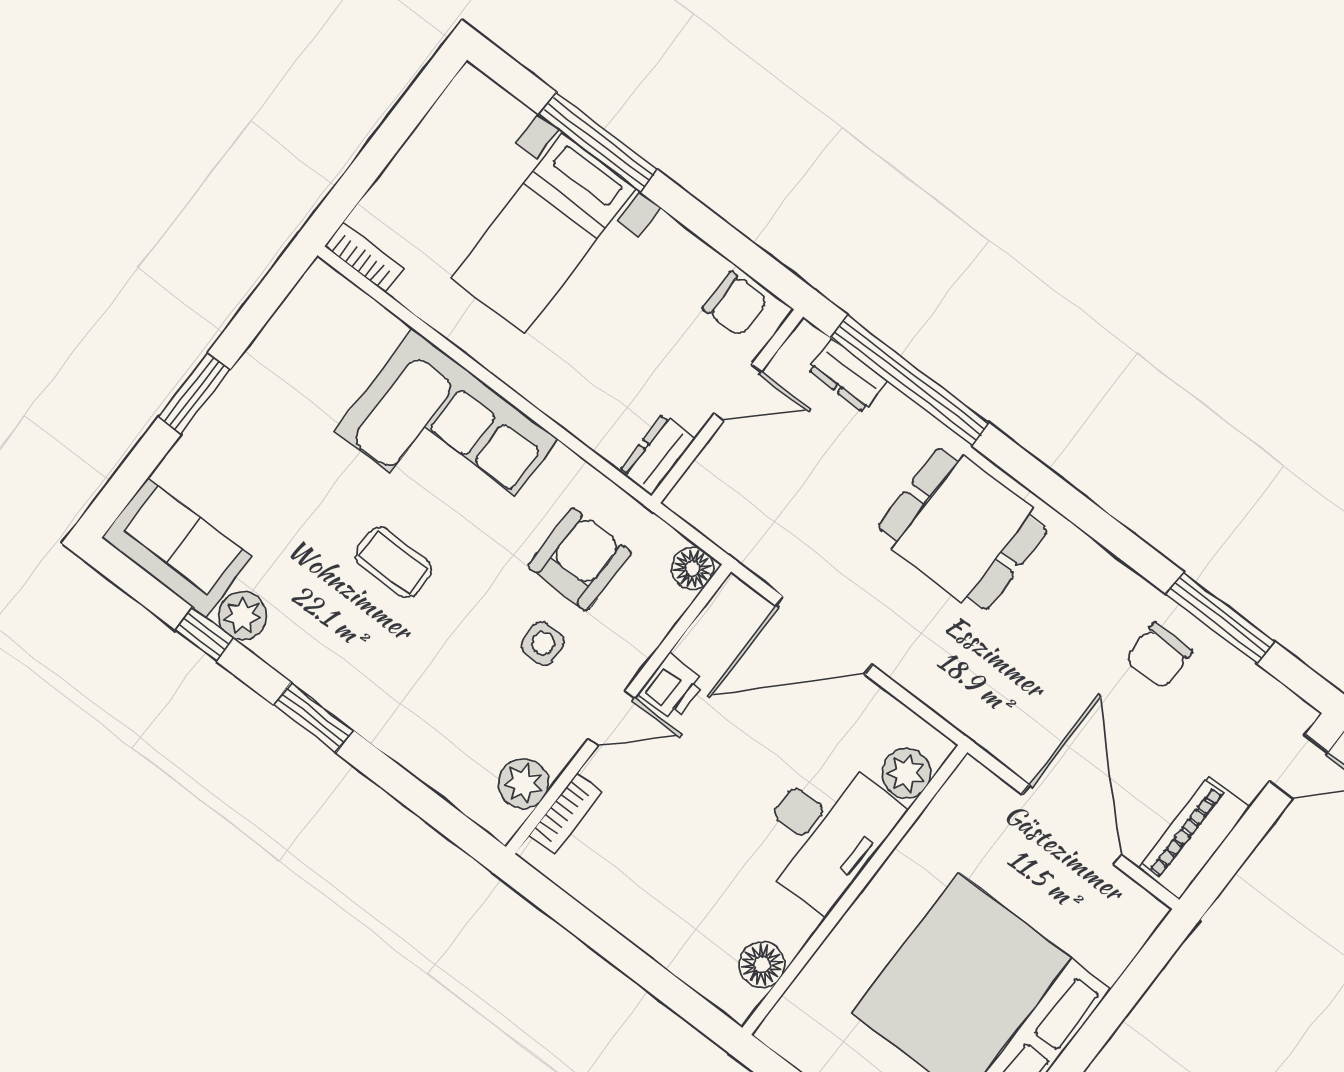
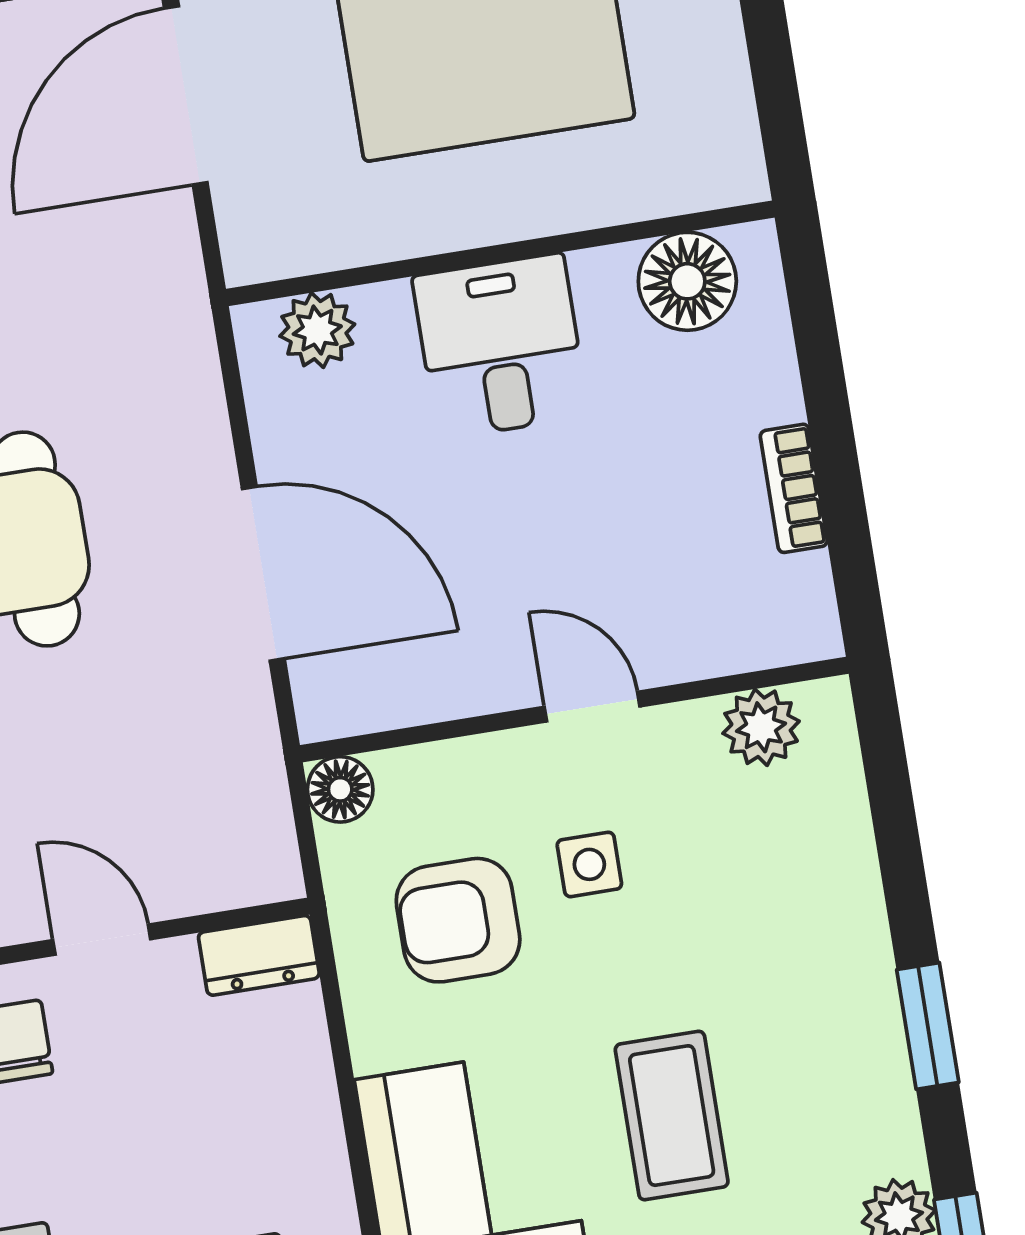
coffee table: (393, 562) -> (672, 1116), width x1.36, depth x1.30
printer: (672, 687) -> (491, 677), removed
bookcase: (565, 814) -> (794, 488), moved, turned -90
desk: (825, 832) -> (500, 346), width x0.73
floor lamp: (762, 965) -> (687, 281), width x1.38, depth x1.38

